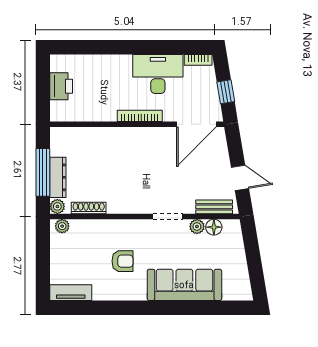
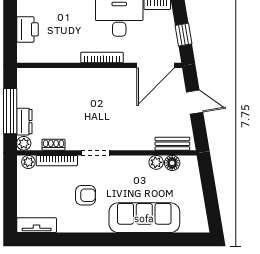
dresser: (58, 177) -> (24, 122), width x0.70
door: (240, 178) -> (195, 102), moved
shoe rack: (89, 208) -> (53, 145), width x0.70
doorway: (168, 216) -> (96, 153), moved
bookcase: (92, 225) -> (57, 161), added

